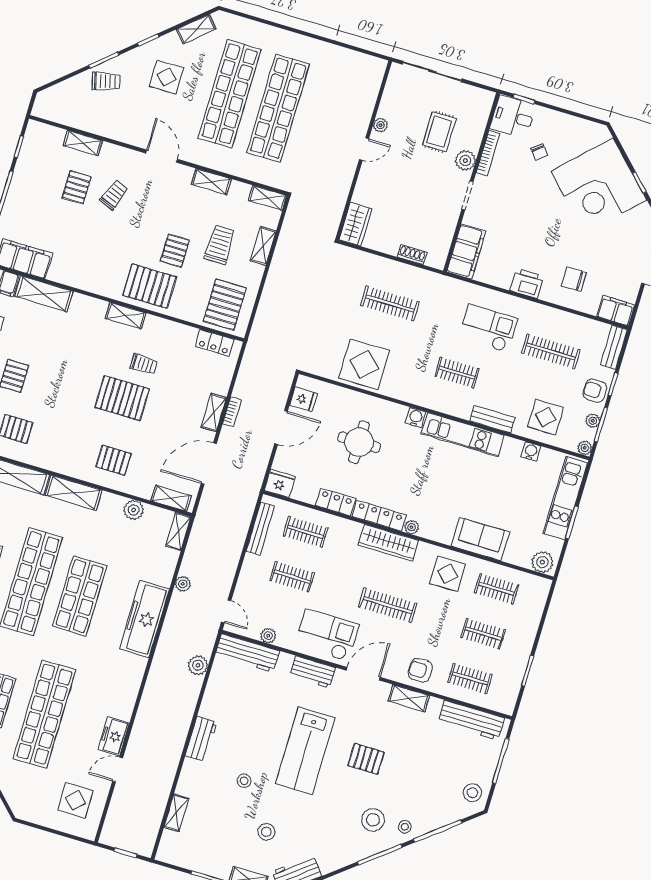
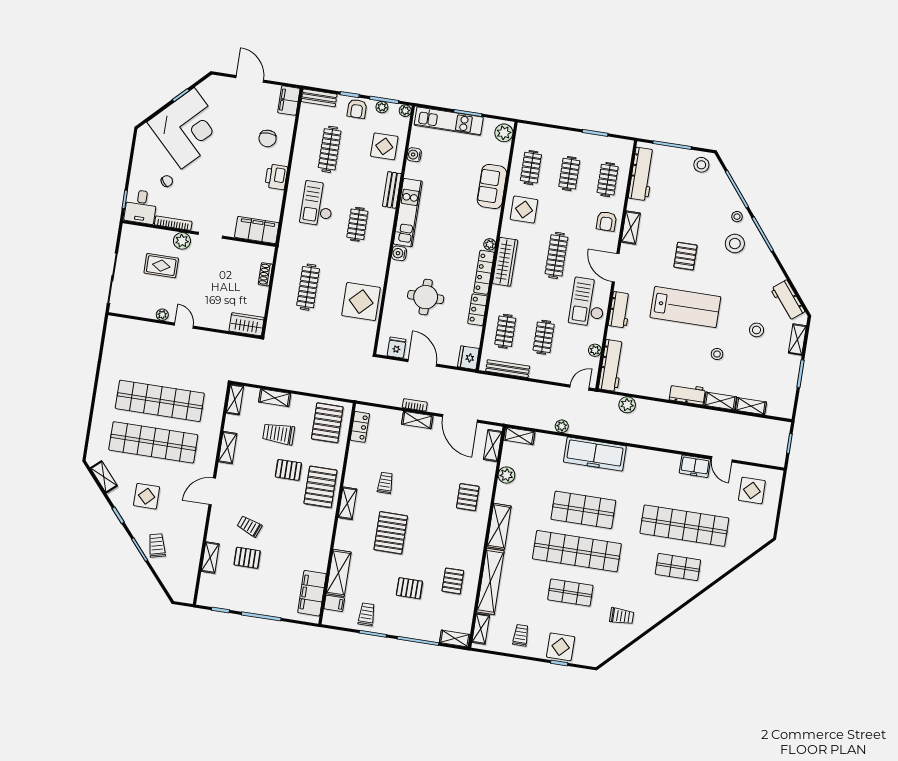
pallet: (225, 305) -> (327, 423), turned 90
pallet: (122, 398) -> (391, 533), moved
shelving: (187, 777) -> (720, 401), added

